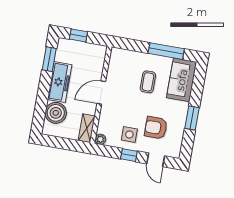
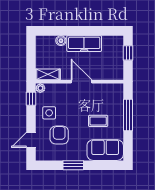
window: (166, 51) -> (128, 115), moved
window: (49, 59) -> (103, 31), removed
boiler: (56, 113) -> (61, 41), width x0.54, depth x0.54
window: (129, 155) -> (31, 99), moved

